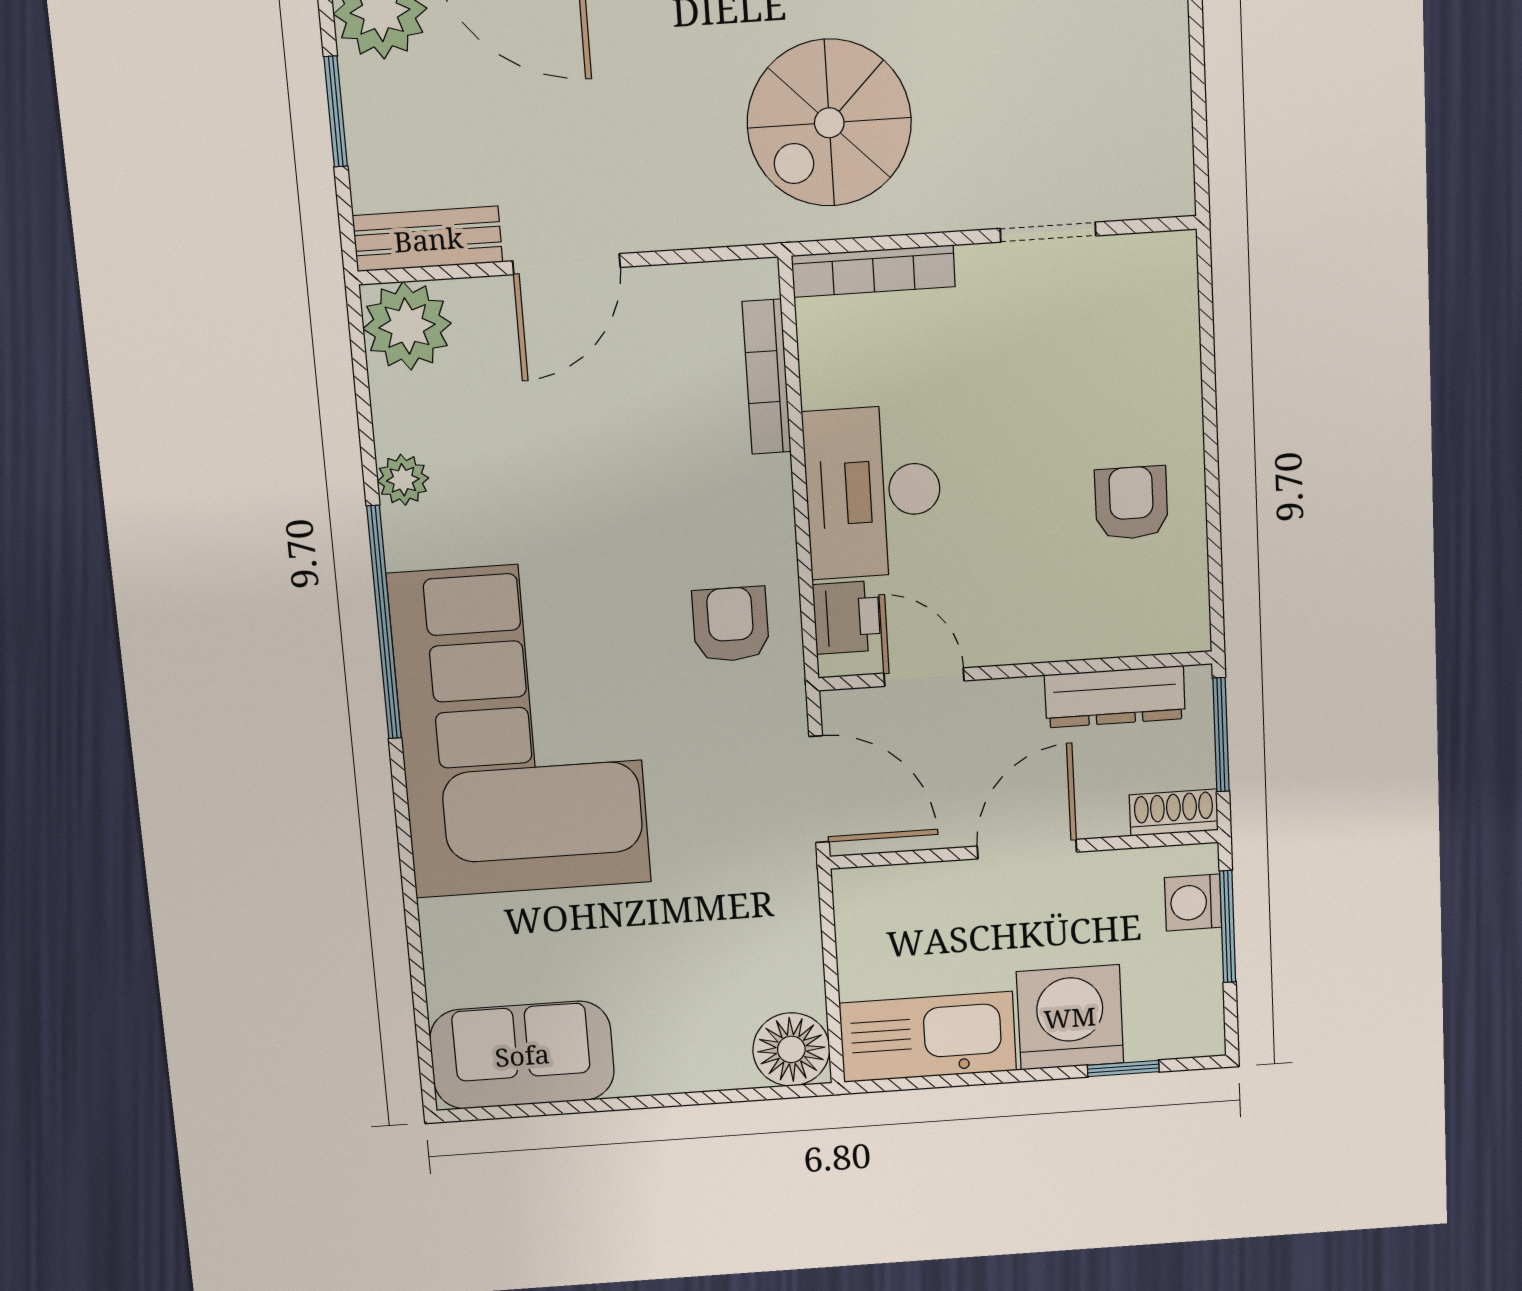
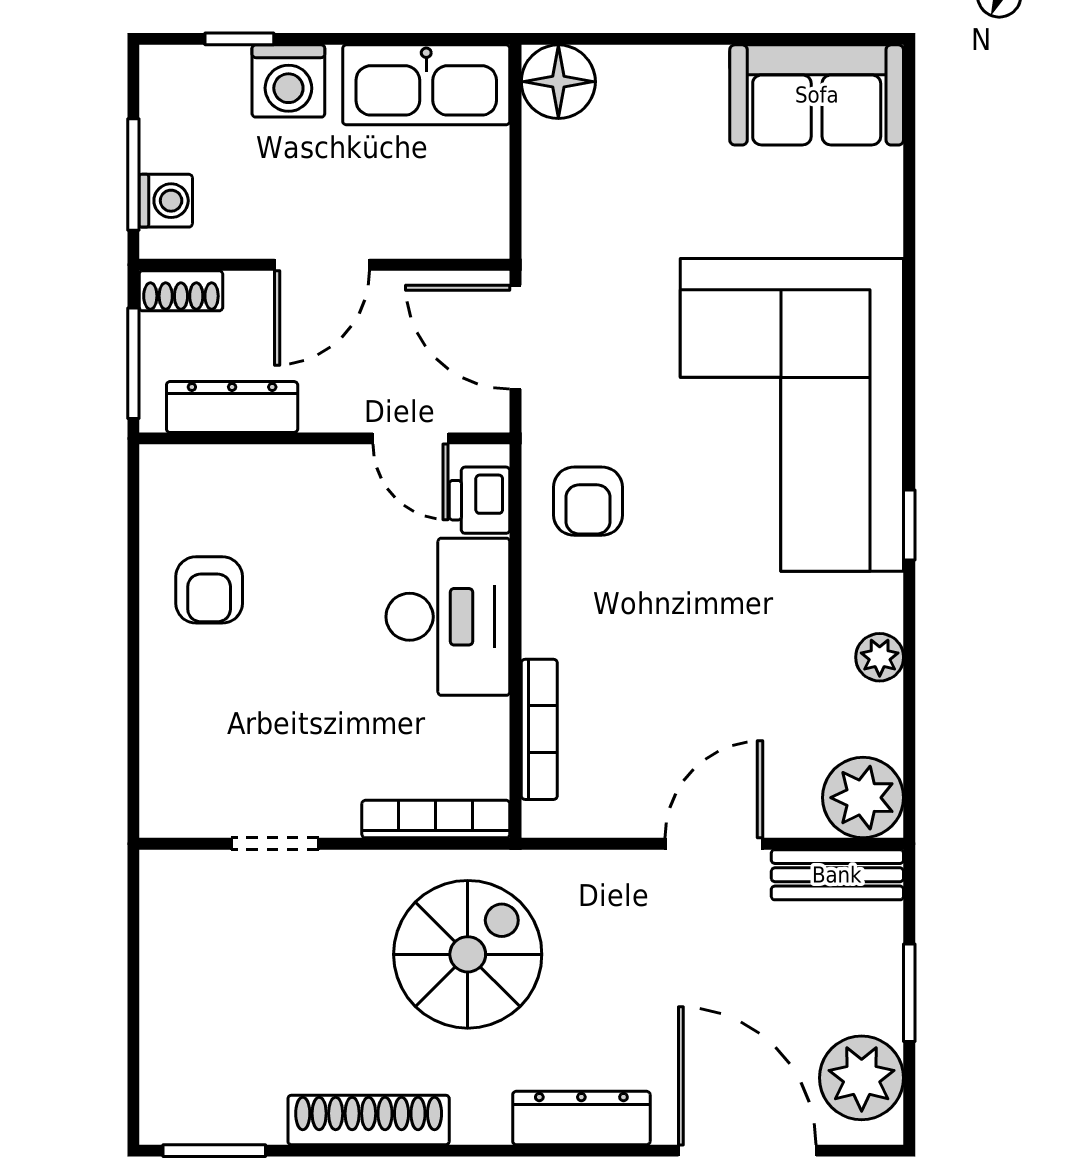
window: (384, 623) -> (909, 525), width x0.32
washing machine: (1070, 1017) -> (288, 81), width x0.73, depth x0.73

